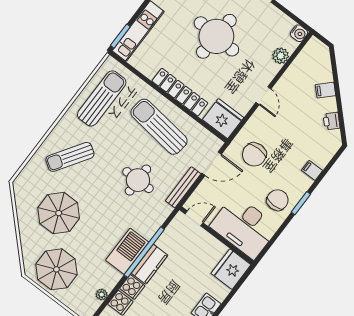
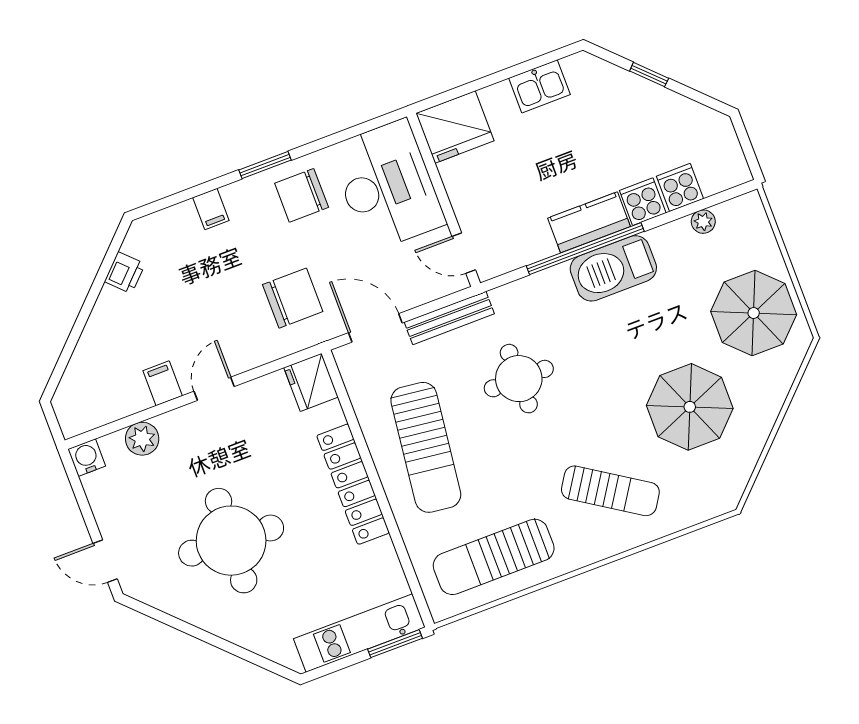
filing cabinet: (326, 90) -> (163, 383), moved, turned -135
fridge: (223, 119) -> (311, 382), width x0.73, depth x0.75

